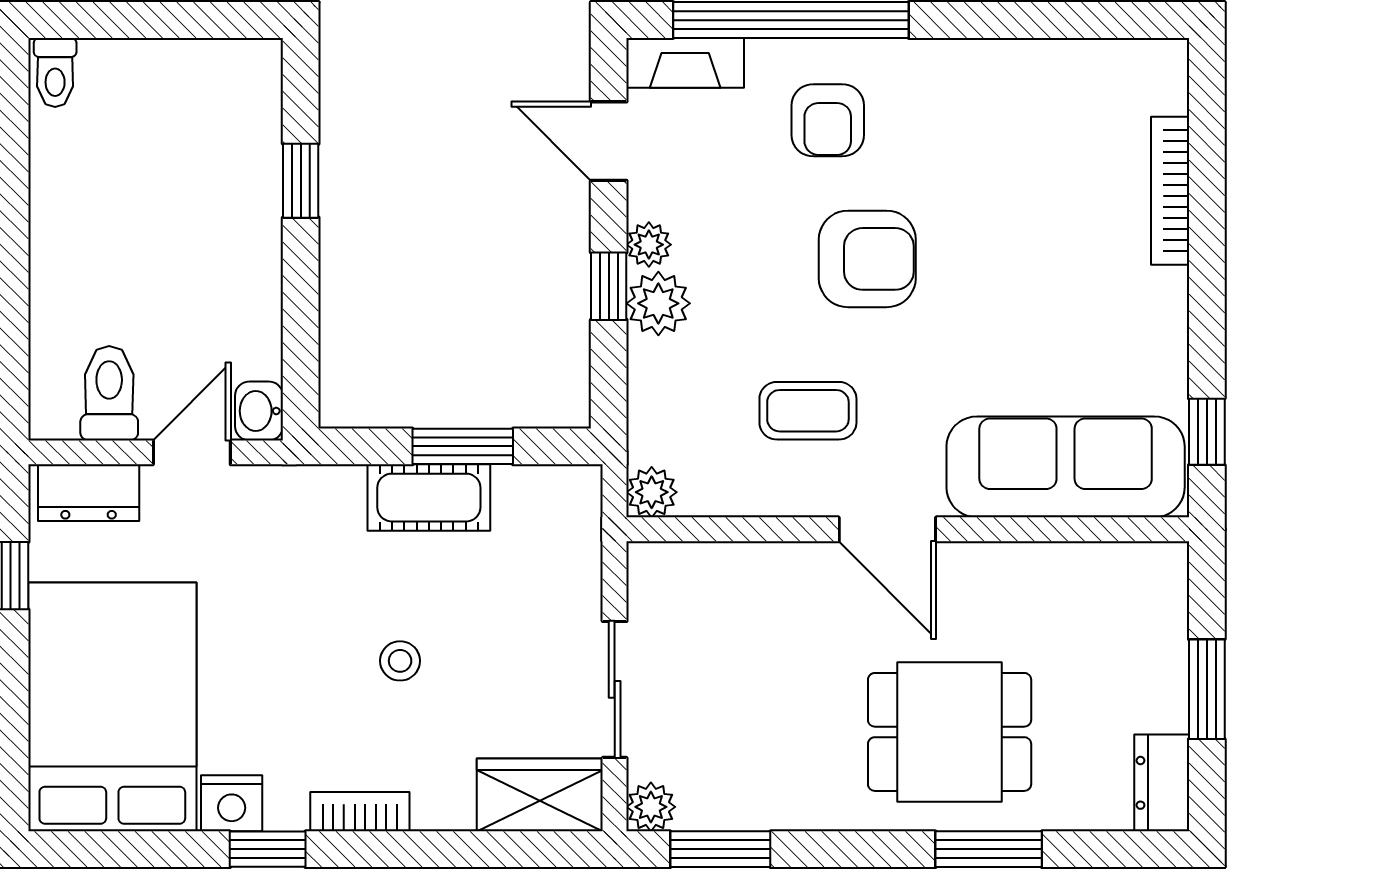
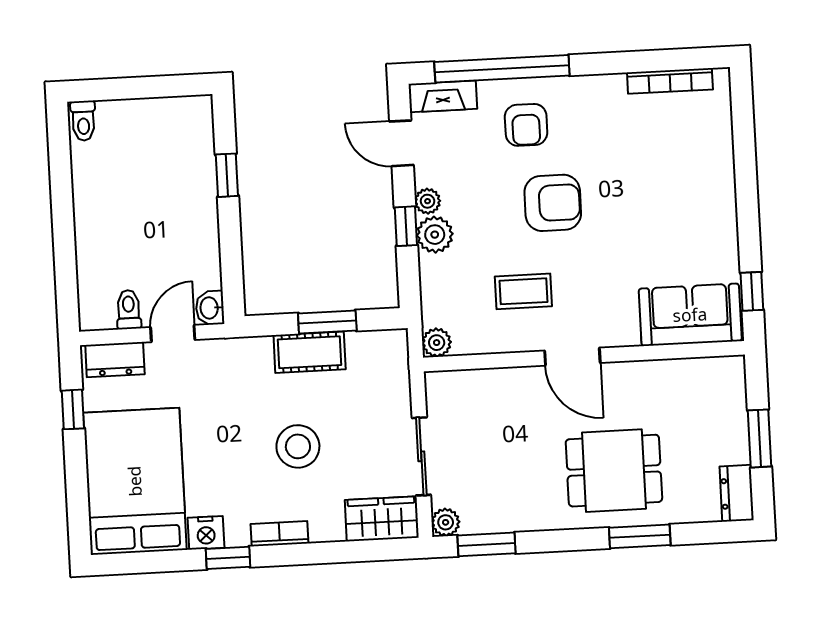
bookcase: (1170, 191) -> (670, 81), moved, turned -90
toilet: (109, 393) -> (129, 310), width x0.73, depth x0.72
sofa: (1066, 467) -> (690, 315), width x0.73
stool: (400, 661) -> (298, 446), width x1.89, depth x1.89

